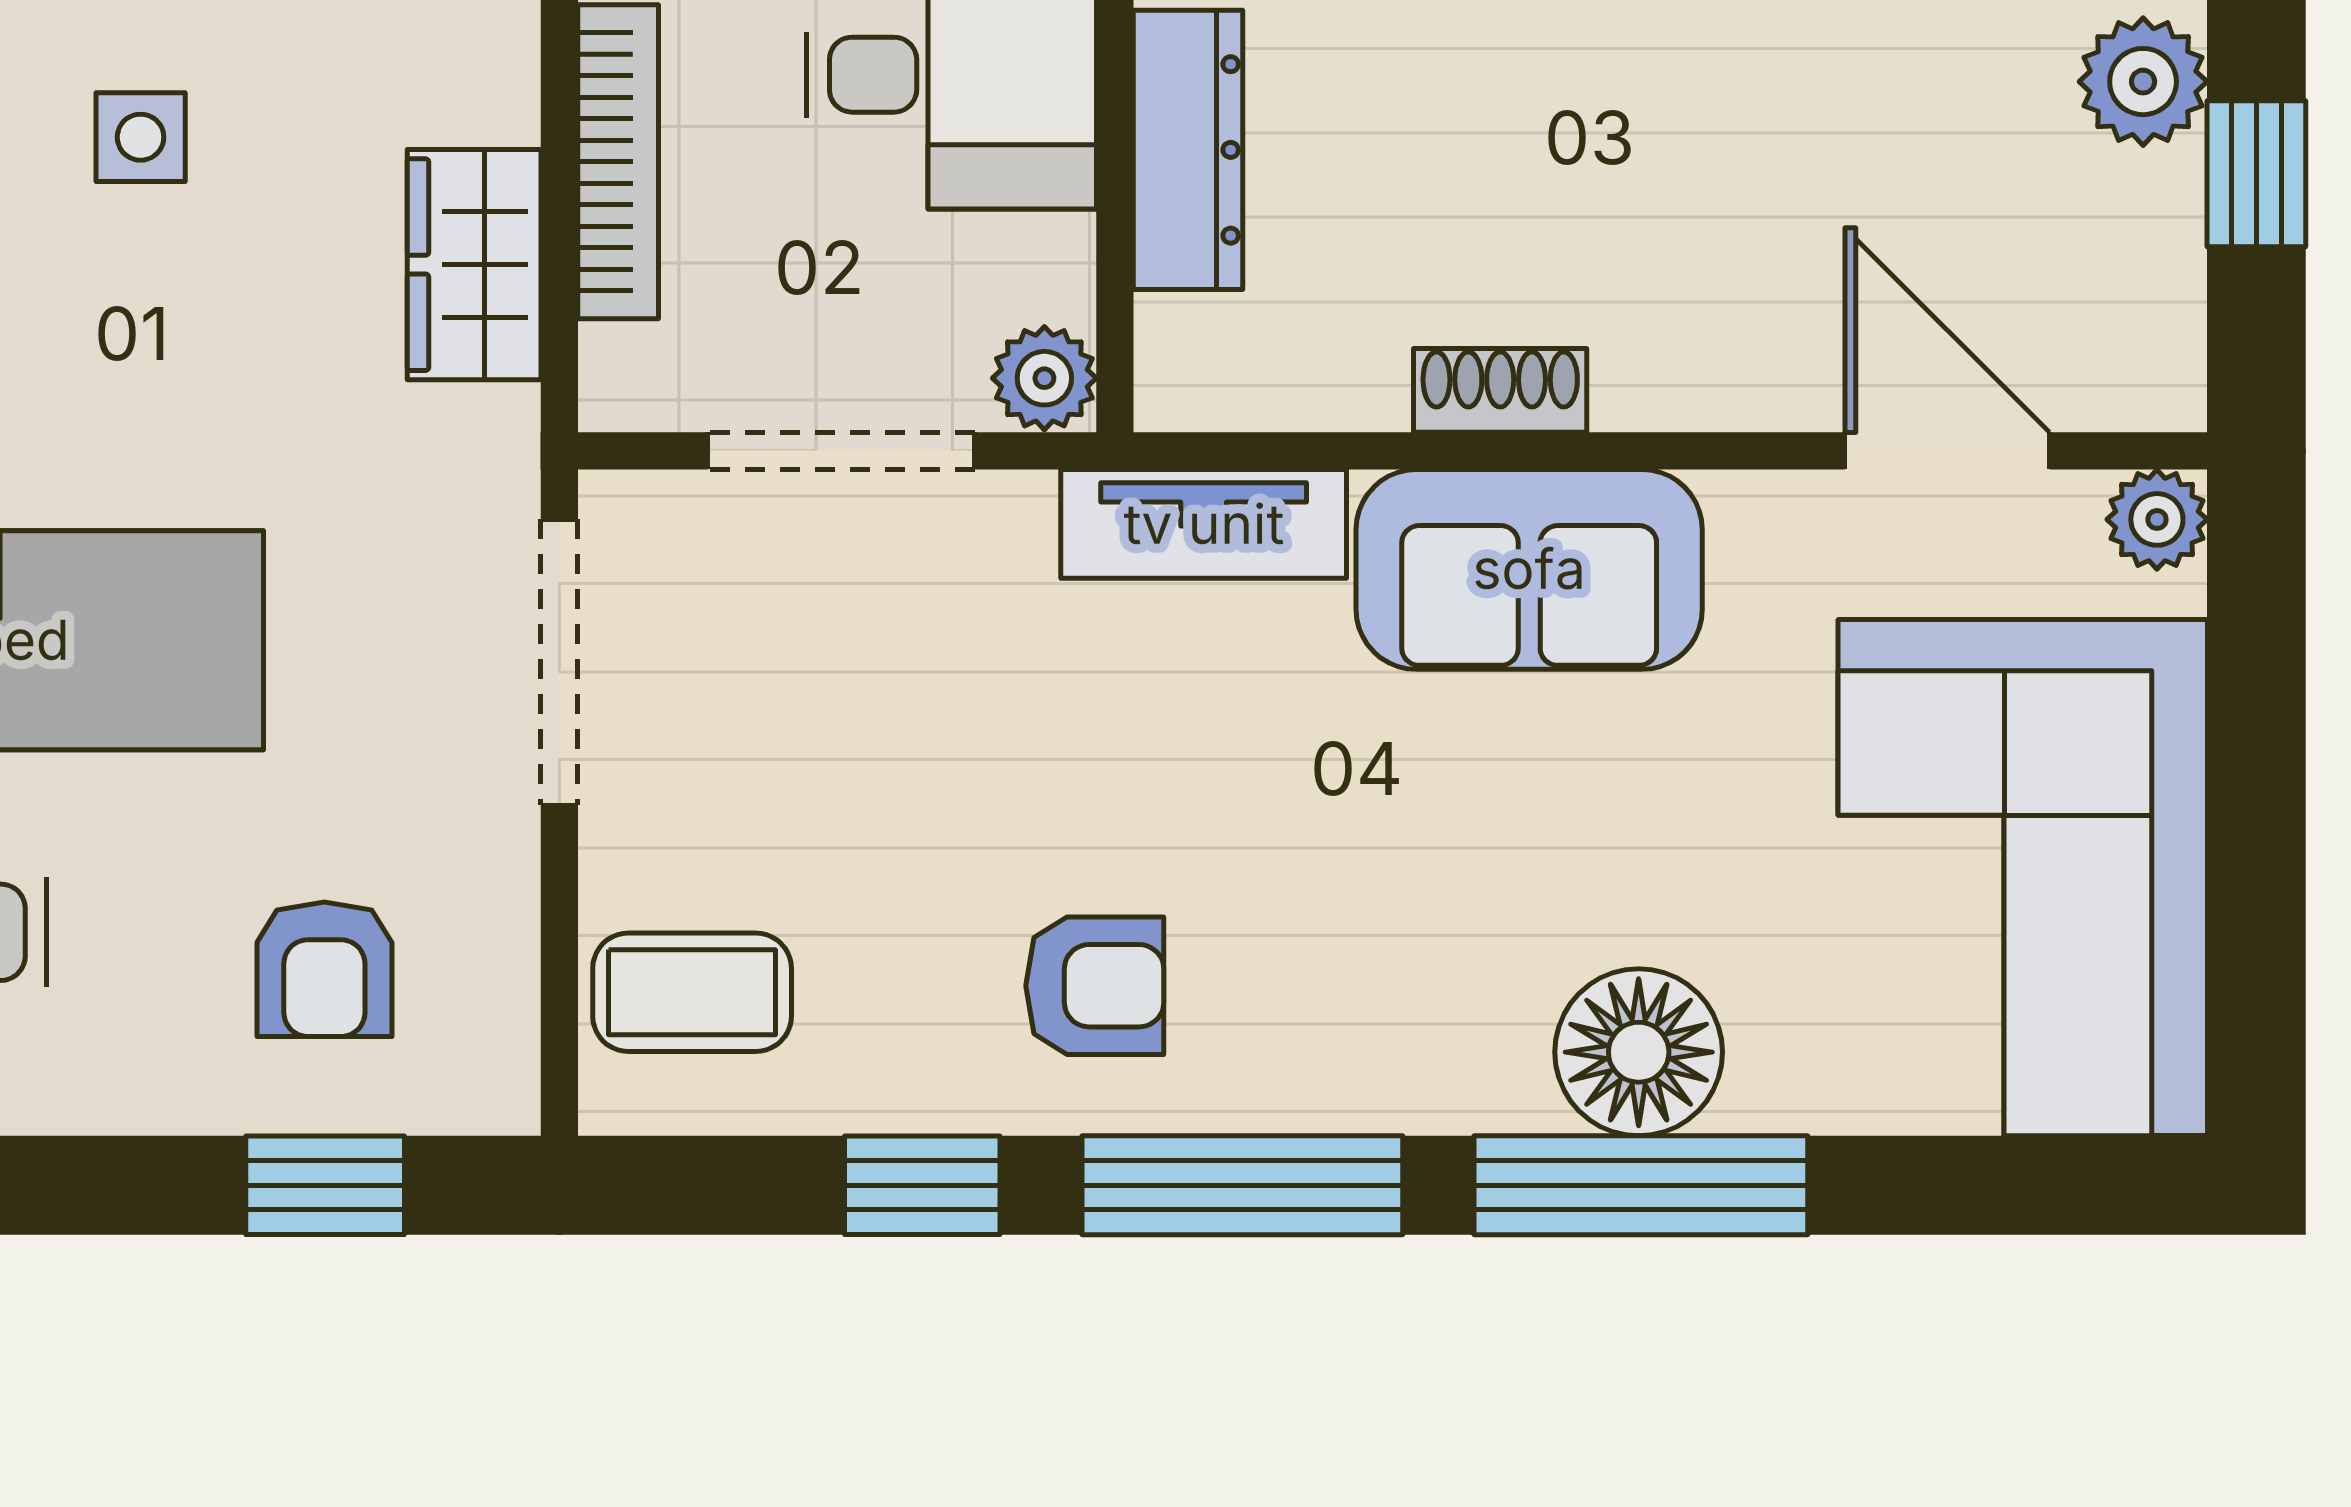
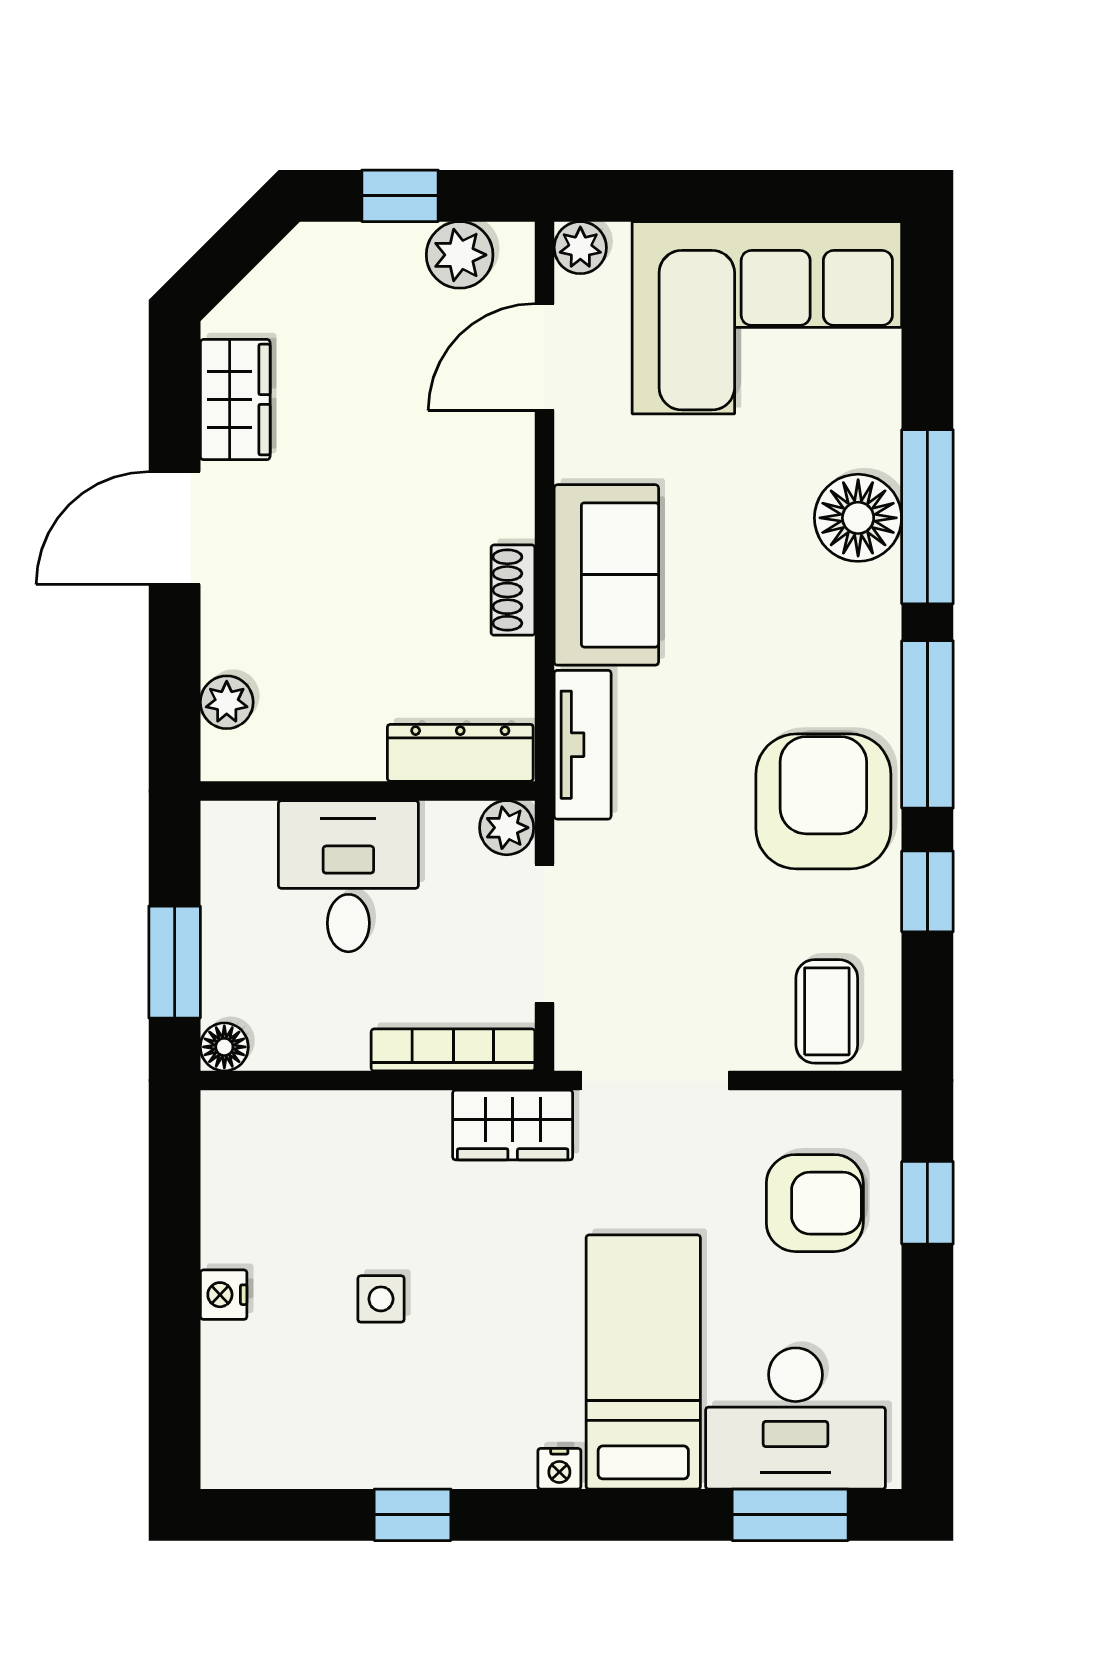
plant: (2143, 82) -> (460, 255), moved
dresser: (1188, 150) -> (460, 753), moved
bookcase: (618, 162) -> (453, 1050), moved
wardrobe: (474, 265) -> (513, 1125), moved
armchair: (324, 969) -> (815, 1203), width x1.38, depth x1.38
armchair: (1095, 986) -> (823, 801), width x1.88, depth x1.88

